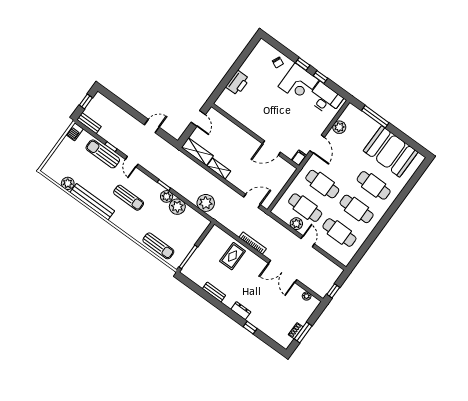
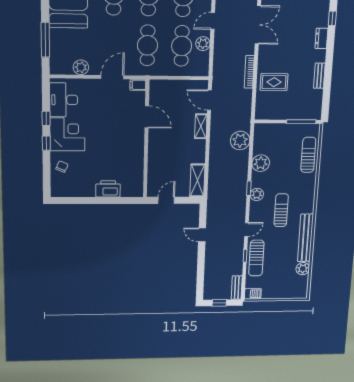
shelving: (219, 169) -> (201, 126), moved
plant: (167, 196) -> (257, 194), moved

